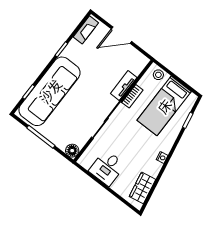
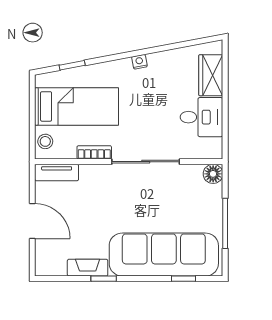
fireplace: (86, 30) -> (88, 268), moved
tv unit: (124, 86) -> (57, 173), moved
wardrobe: (142, 188) -> (211, 75), moved, turned 101

